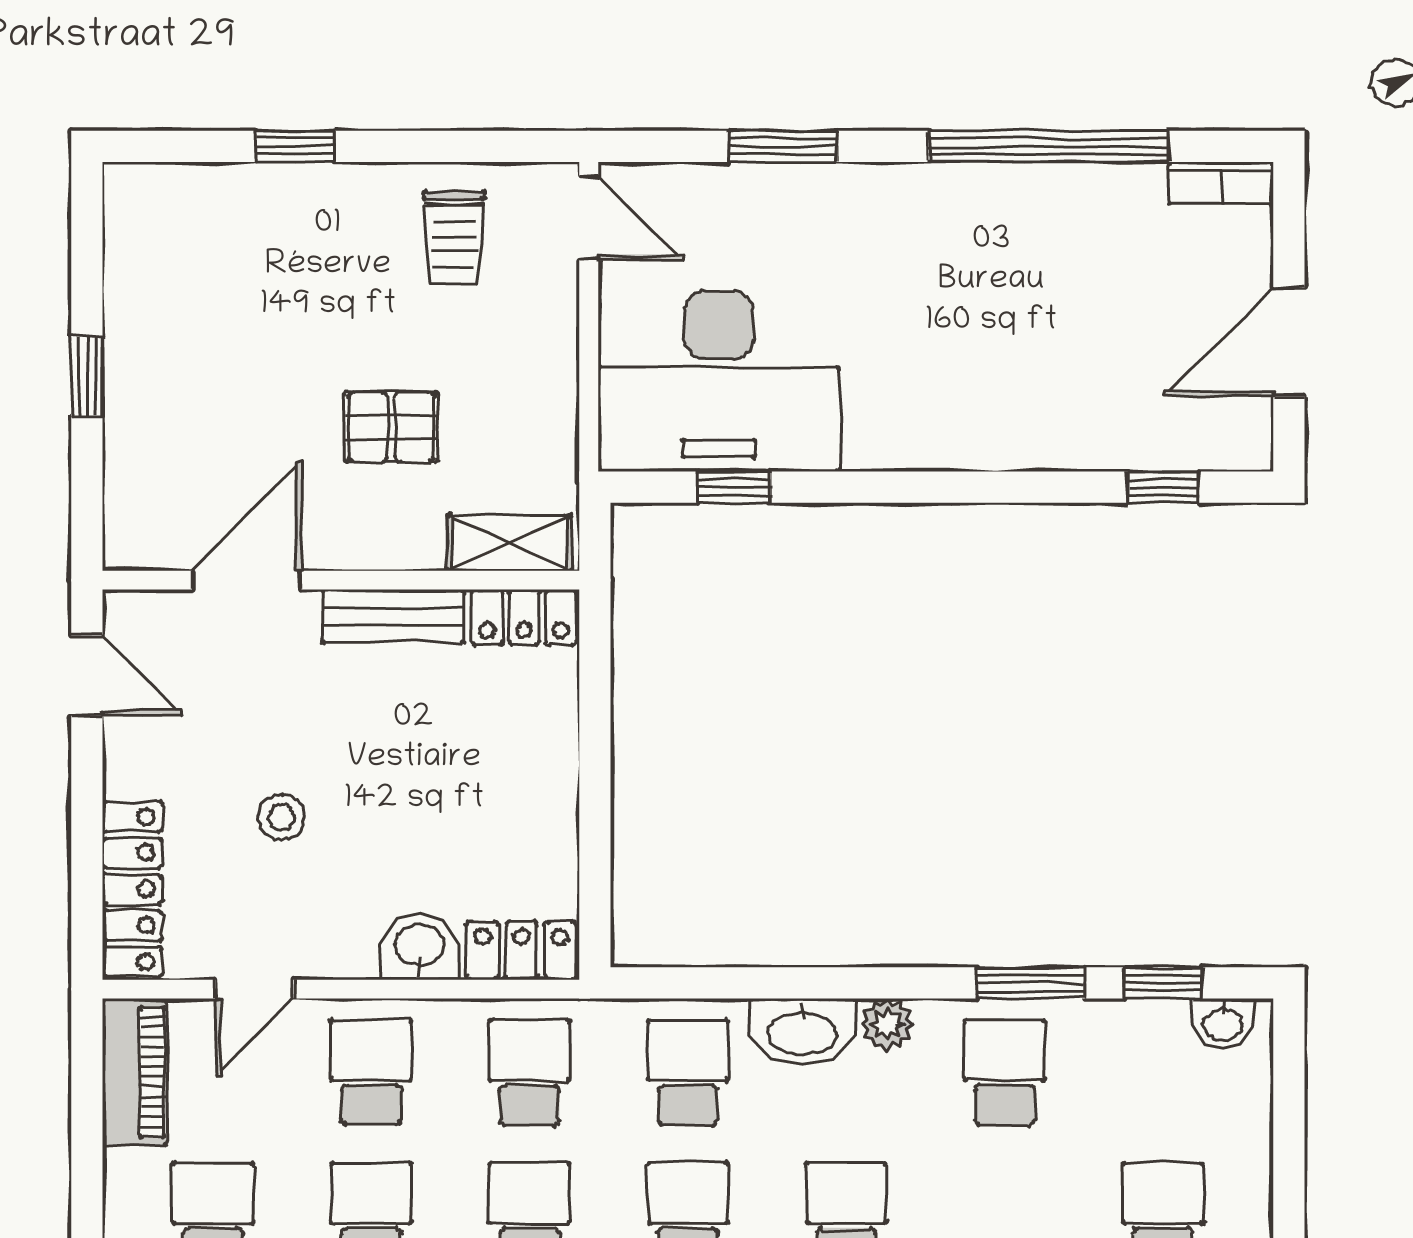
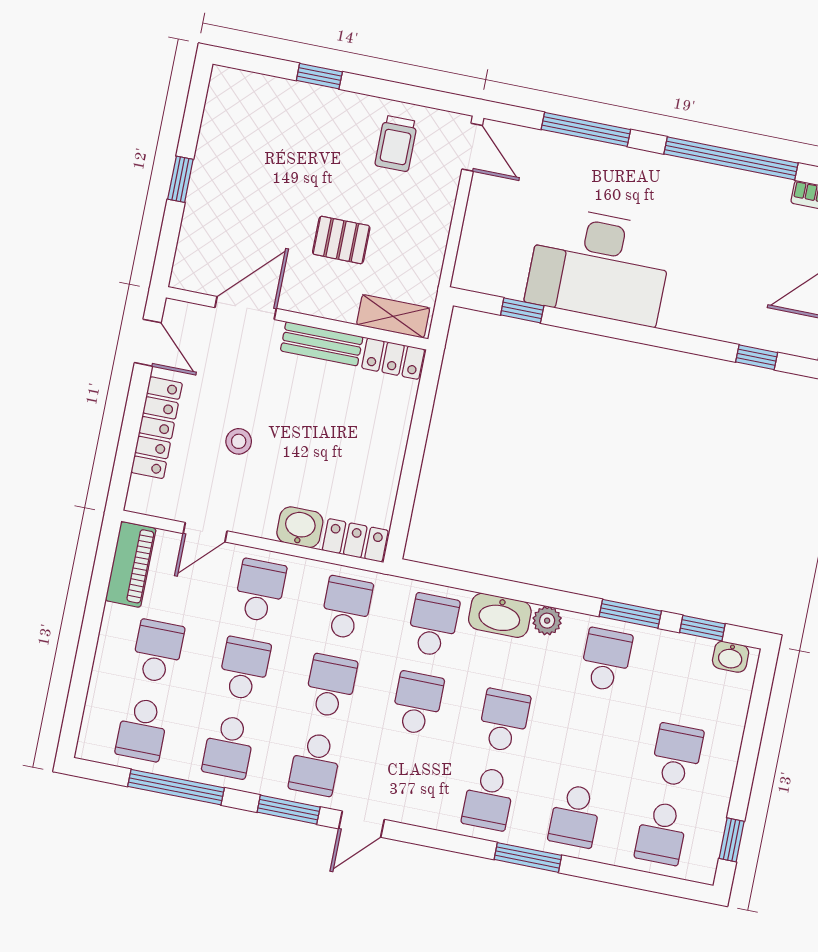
window: (783, 146) -> (586, 129), width x1.44
desk: (719, 381) -> (599, 266), moved
locker: (132, 889) -> (157, 428), moved

